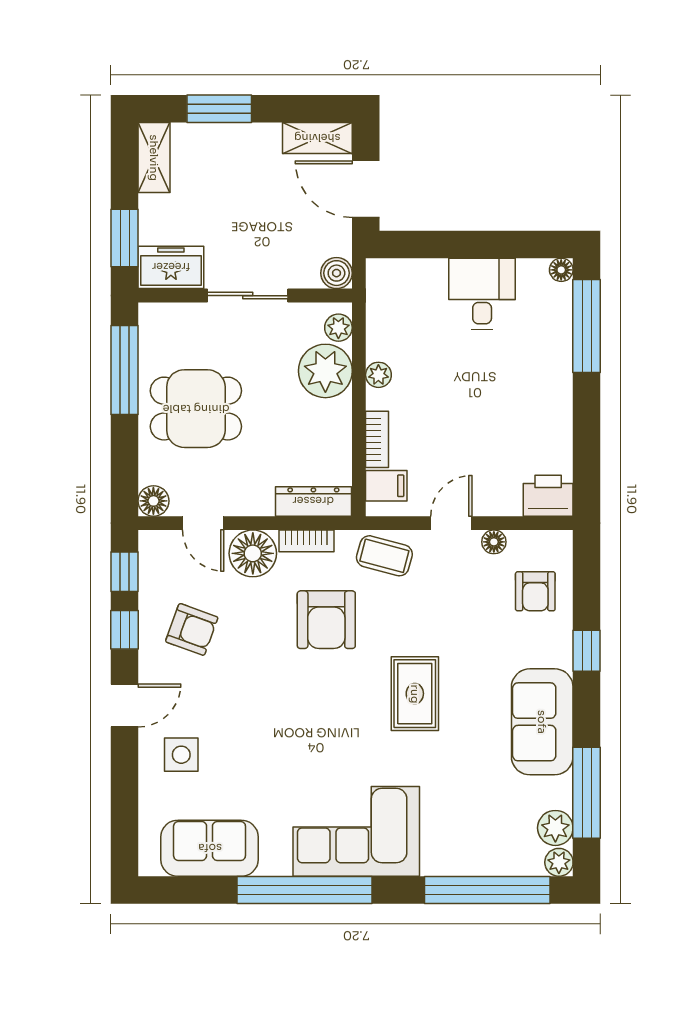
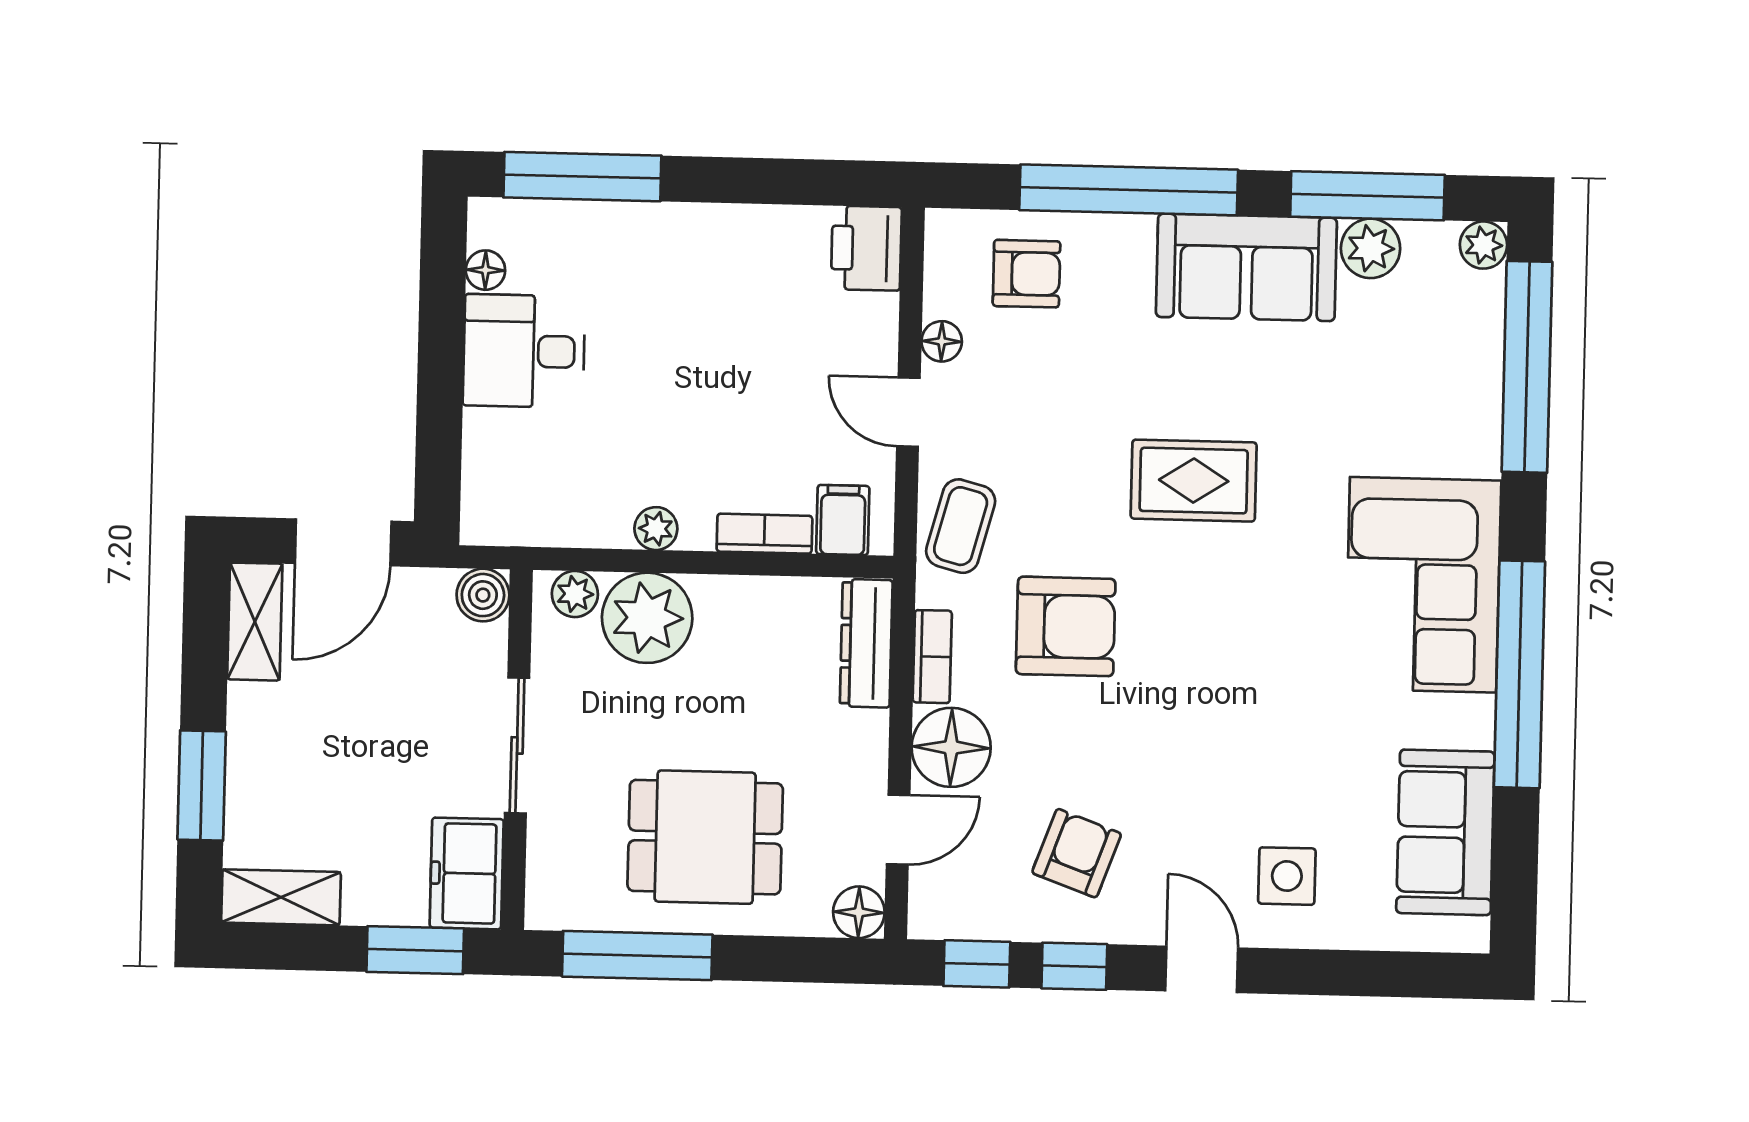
floor lamp: (561, 270) -> (485, 270), moved
dining table: (196, 409) -> (705, 837), turned 90
window: (587, 651) -> (1129, 190), width x3.17
plant: (555, 828) -> (1371, 248), moved

